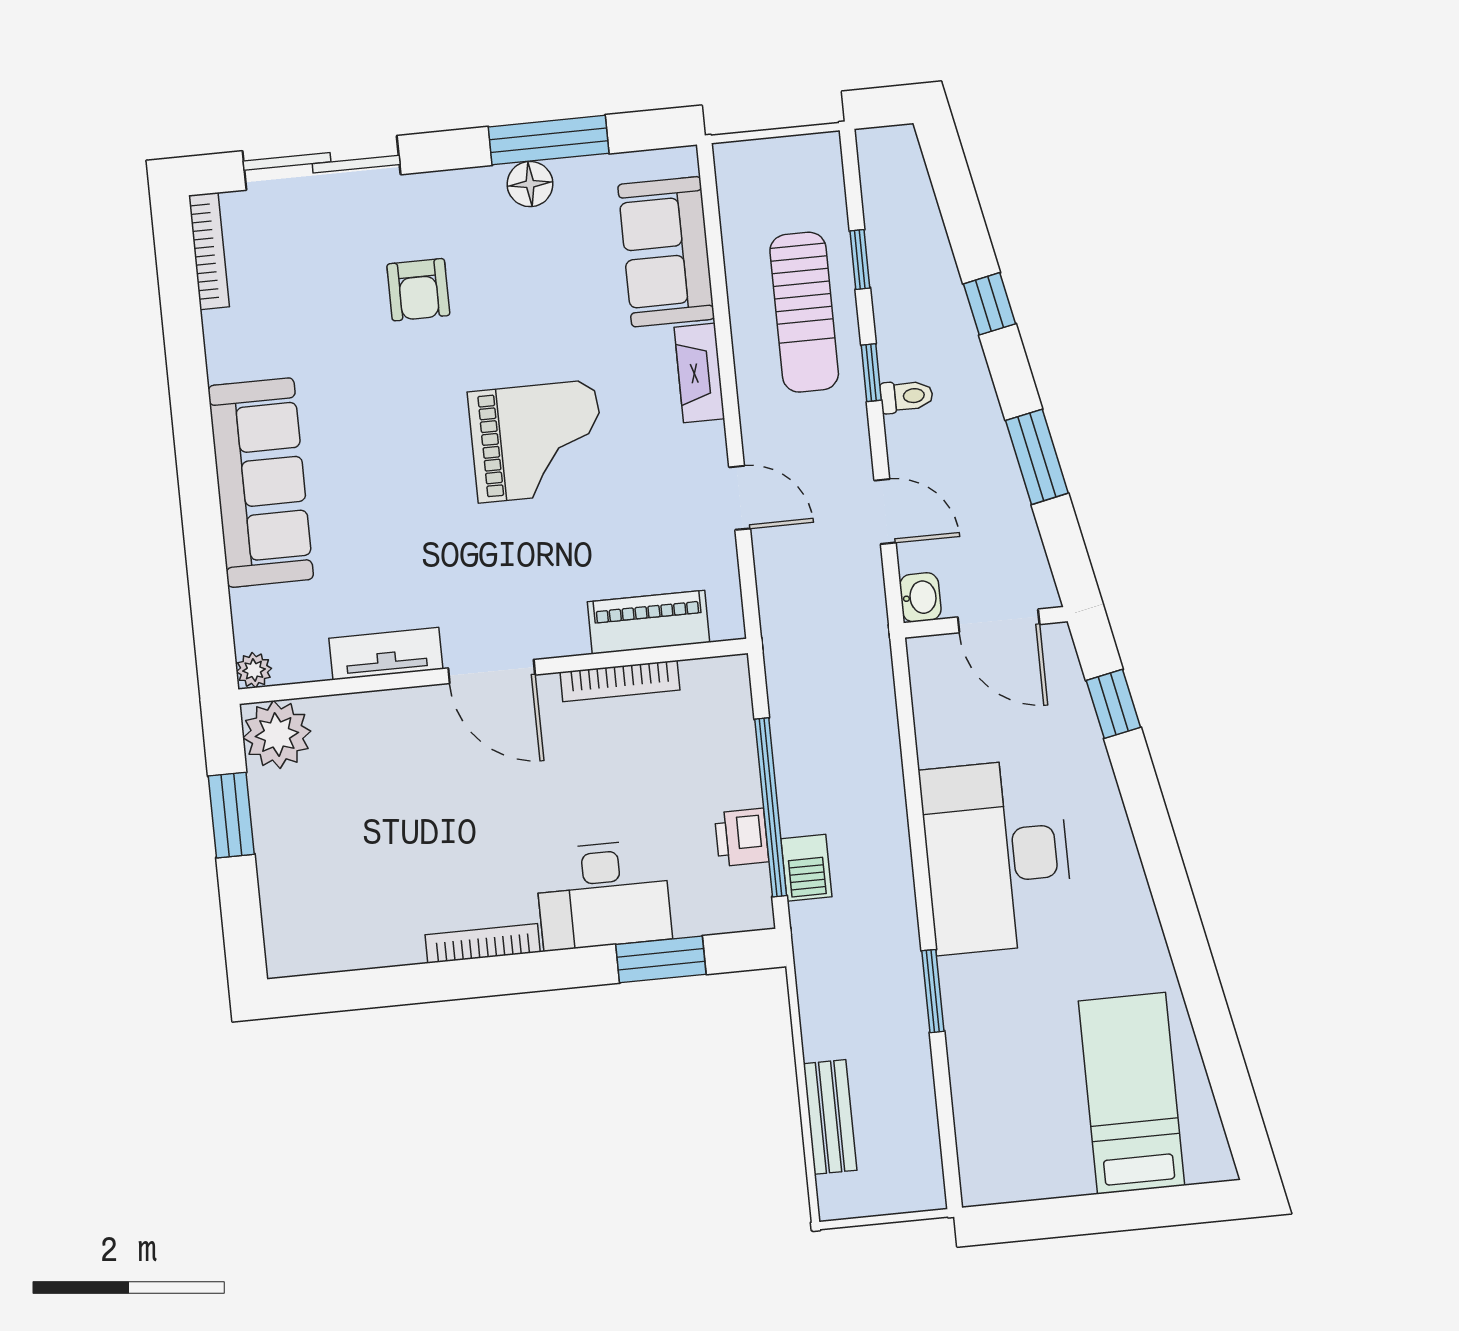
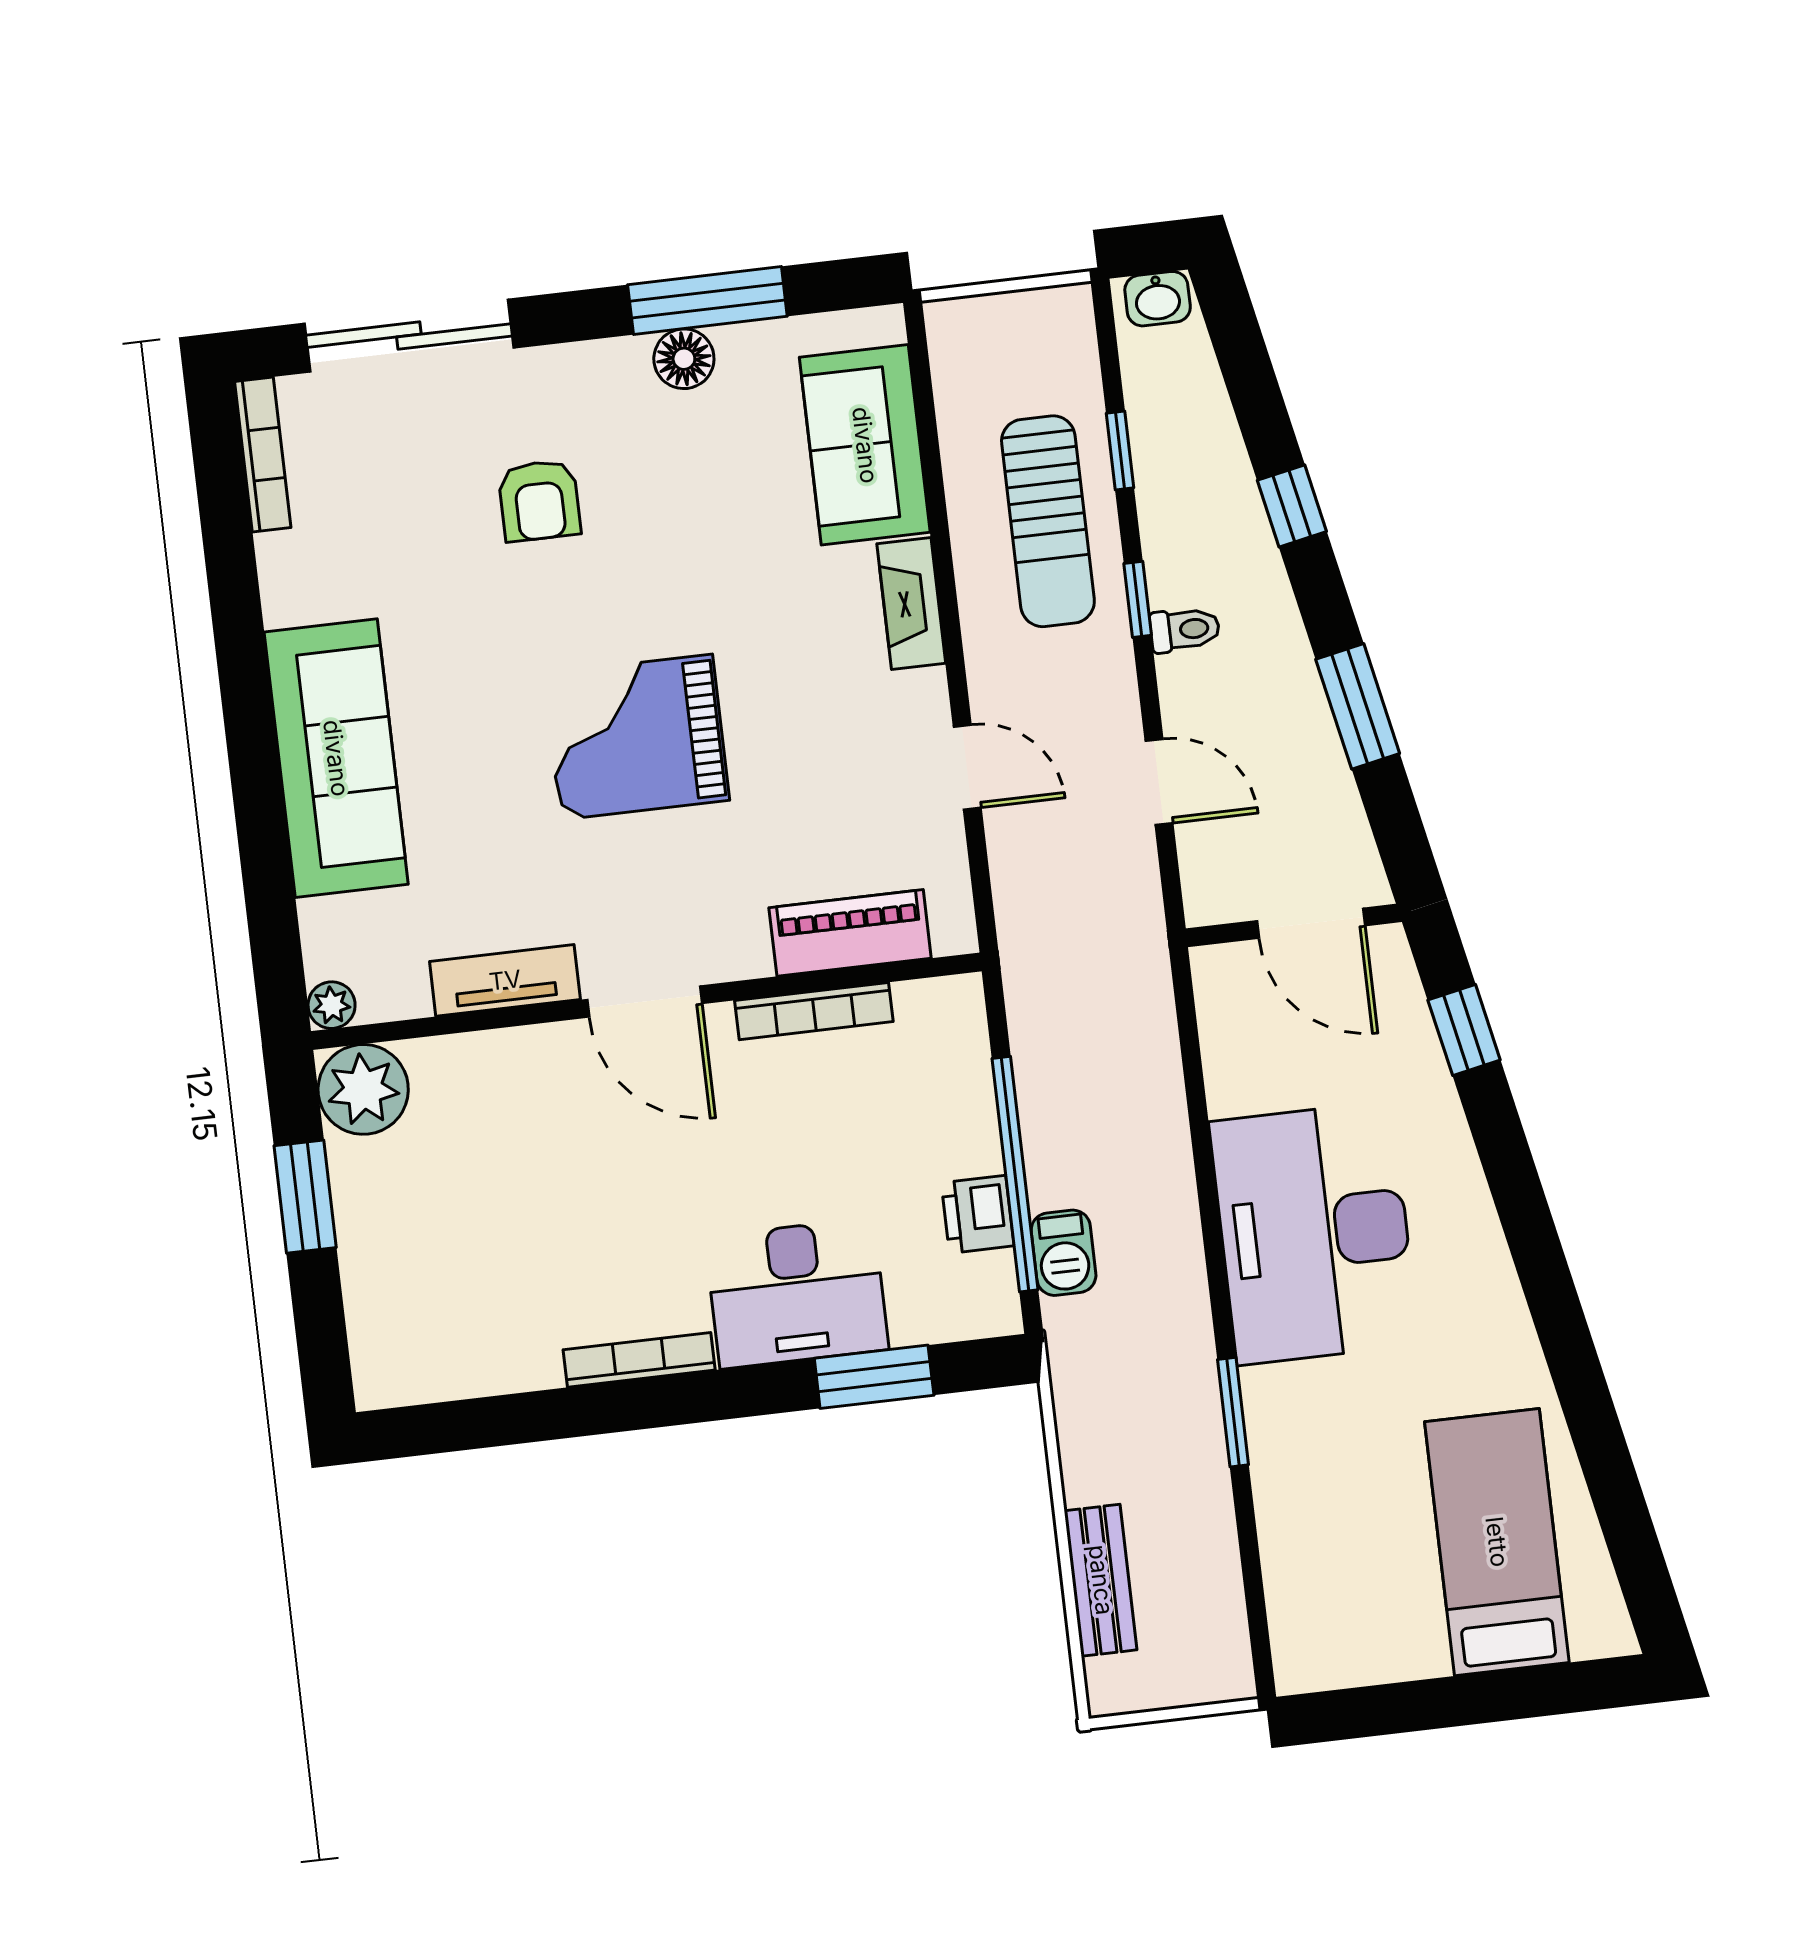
grand piano: (537, 441) -> (637, 737), moved, turned 180
washbasin: (920, 597) -> (1158, 299), moved, turned 90

